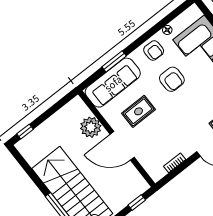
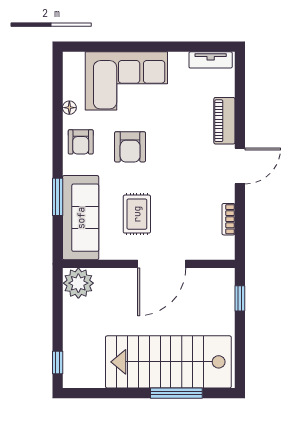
armchair: (154, 50) -> (81, 142), turned 90
armchair: (172, 79) -> (130, 147), turned 90
plant: (91, 127) -> (78, 283), moved

